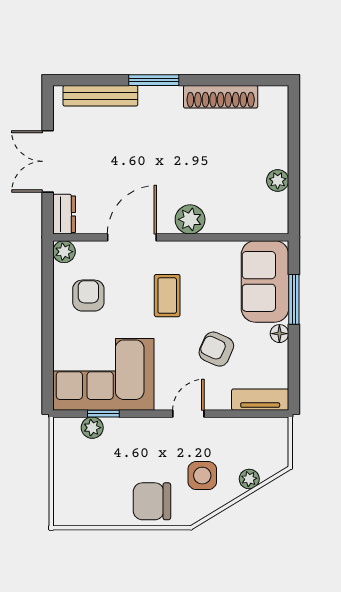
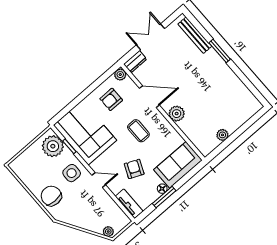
shoe rack: (221, 97) -> (236, 83), removed
armchair: (88, 296) -> (111, 99), turned 180
coffee table: (167, 296) -> (138, 131), turned 90
window: (294, 299) -> (164, 197), moved
plant: (92, 428) -> (53, 146), width x1.88, depth x1.88
side table: (202, 476) -> (72, 173), moved
plant: (249, 479) -> (108, 232), moved

